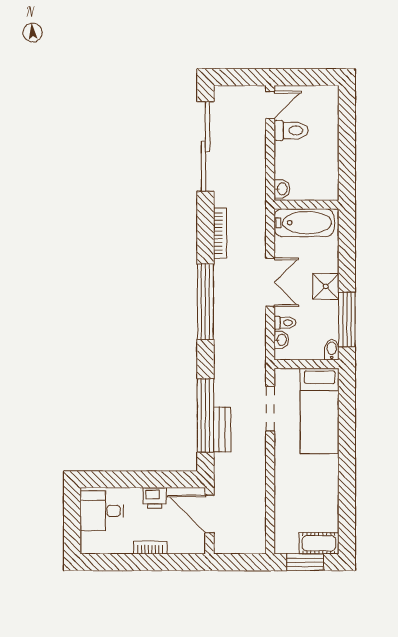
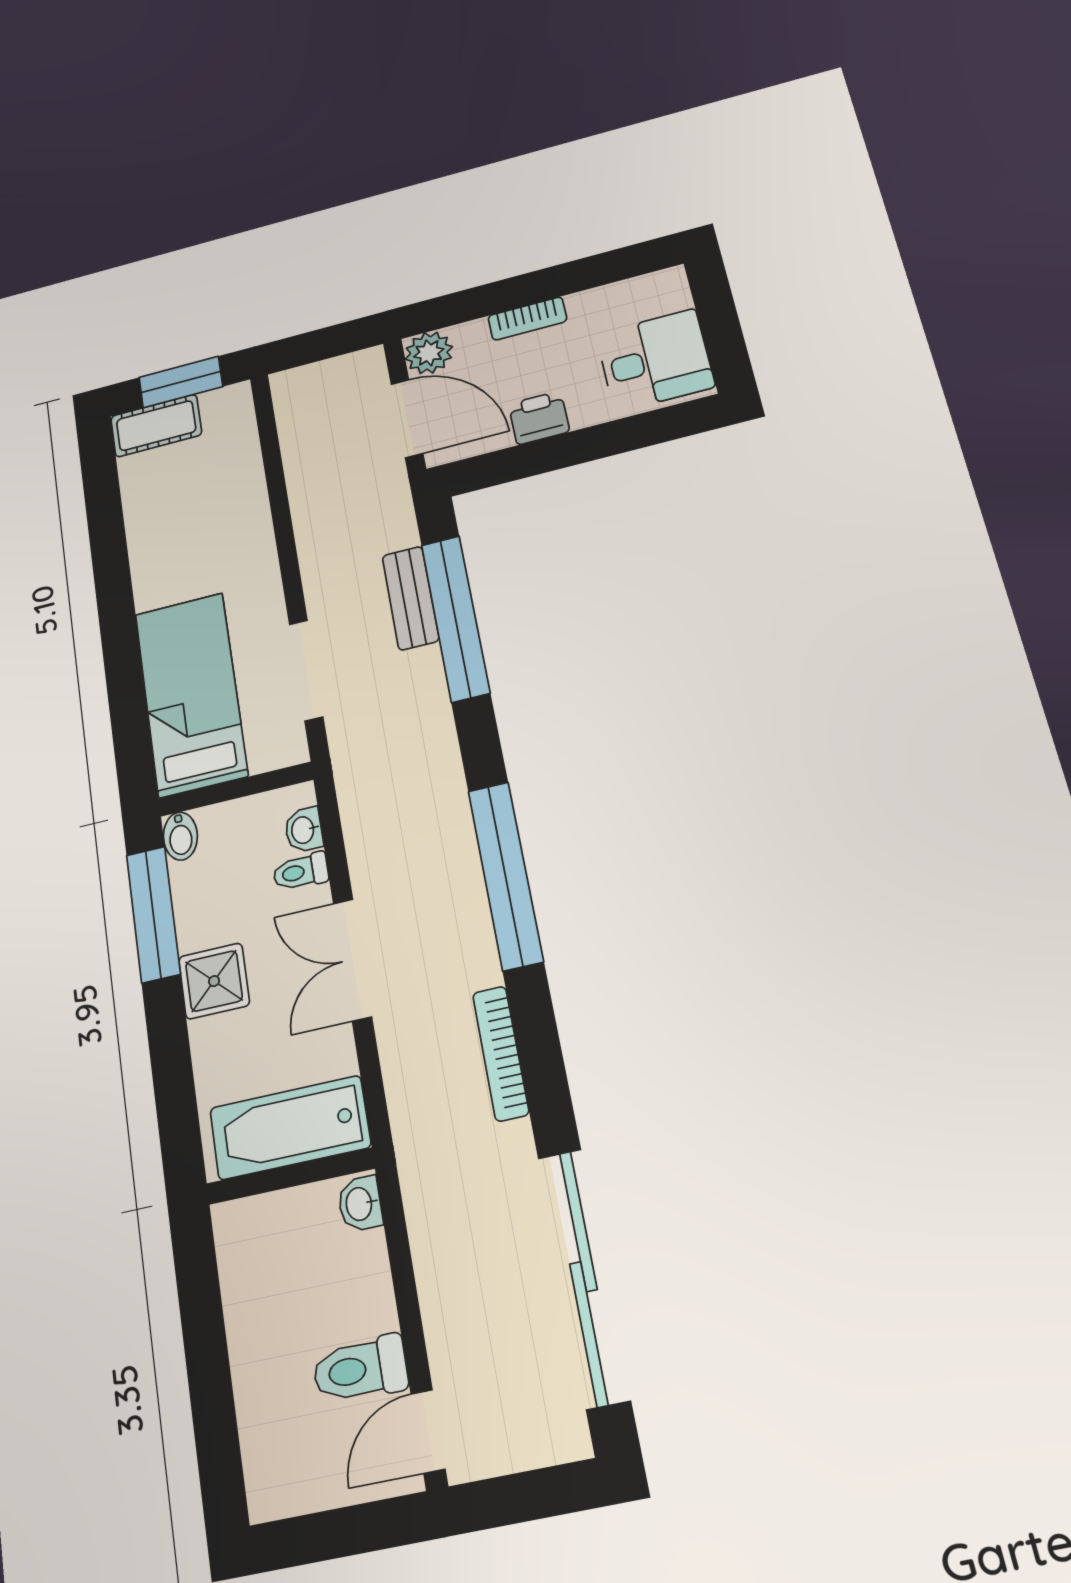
plant: (195, 543) -> (429, 353), added

